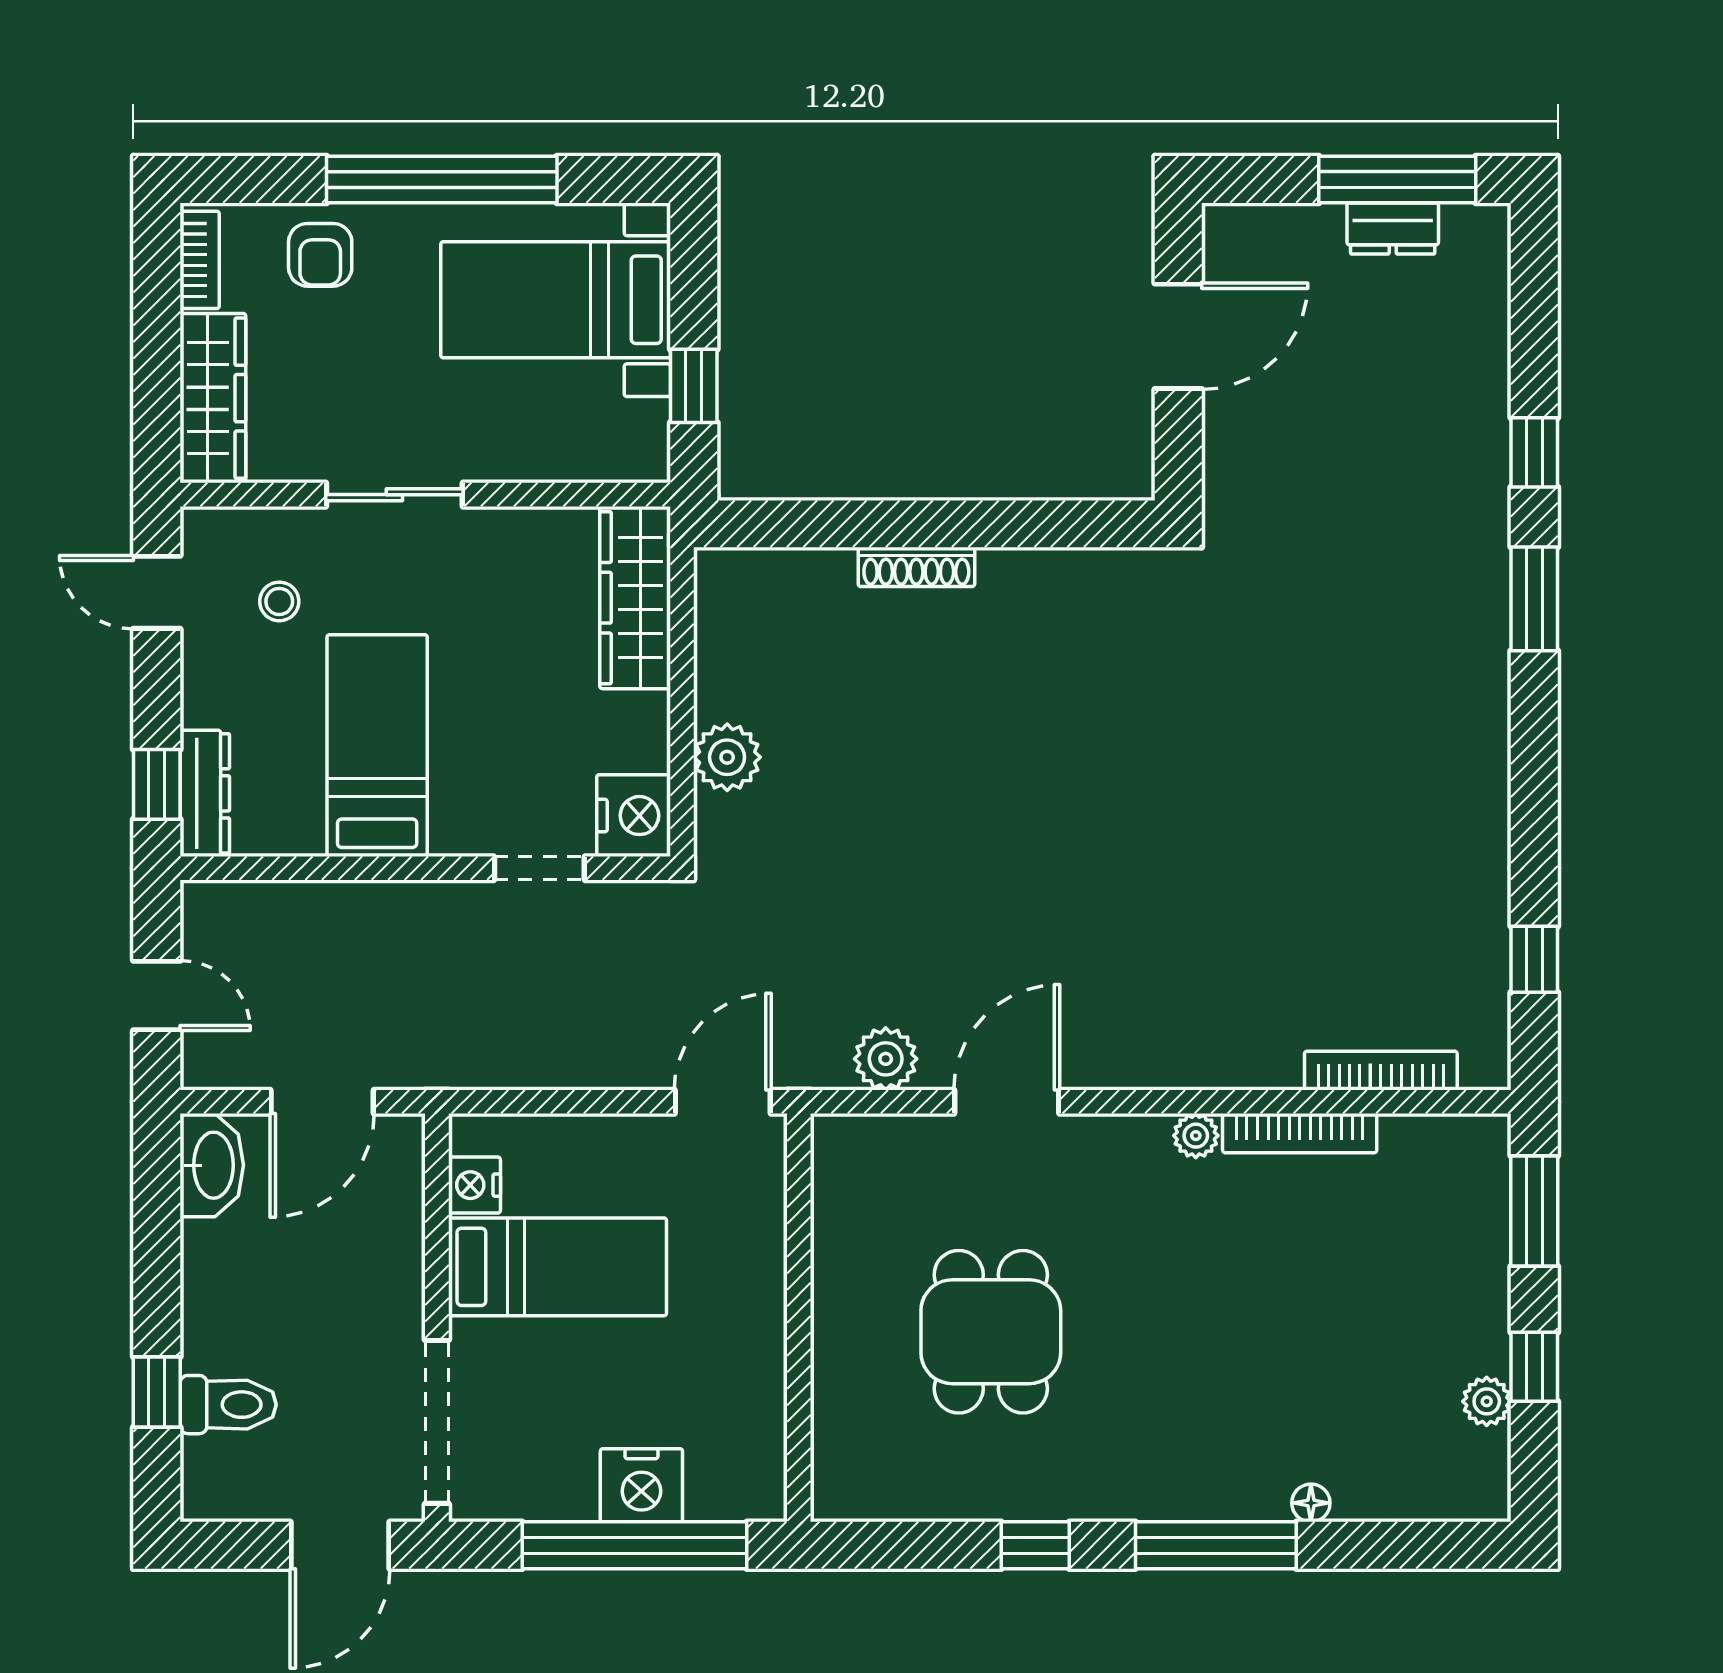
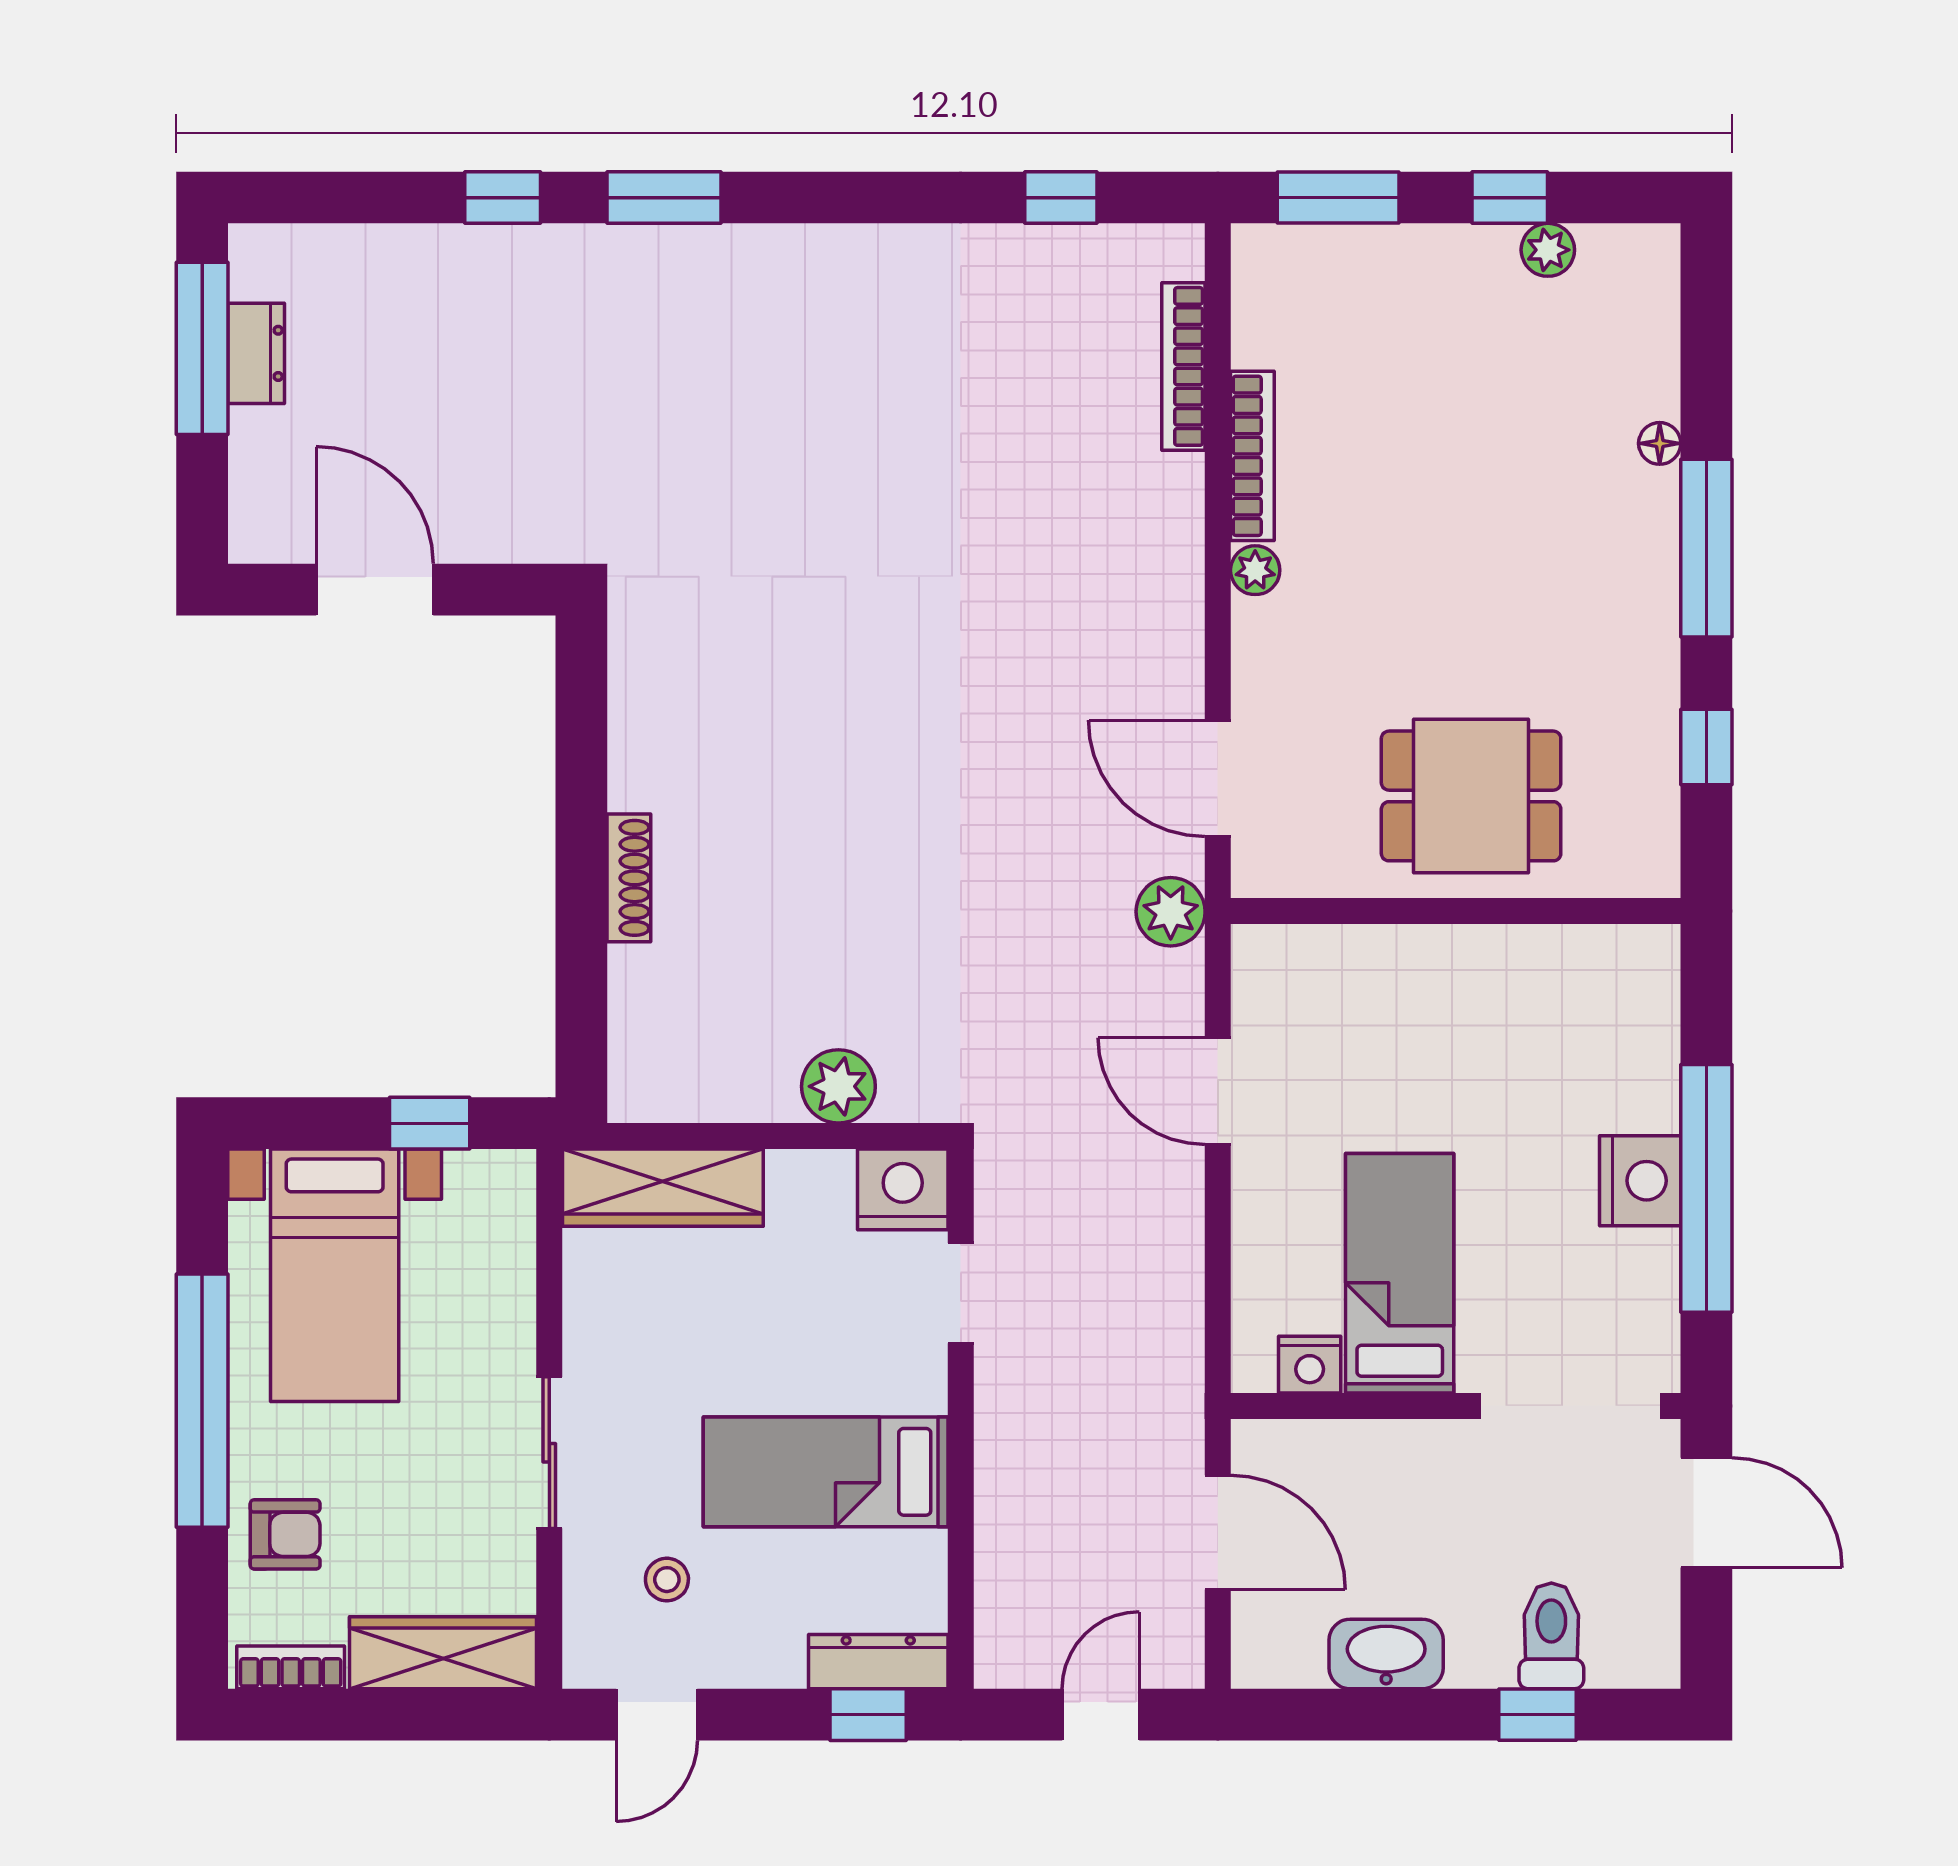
washbasin: (212, 1165) -> (1386, 1654), moved
wall: (799, 1318) -> (1456, 911), moved

